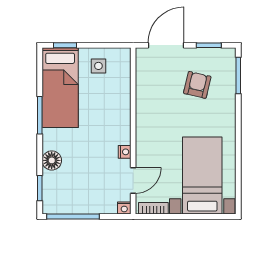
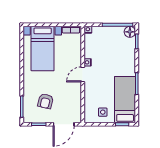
floor lamp: (52, 160) -> (130, 32), moved
door: (133, 180) -> (83, 74), moved

